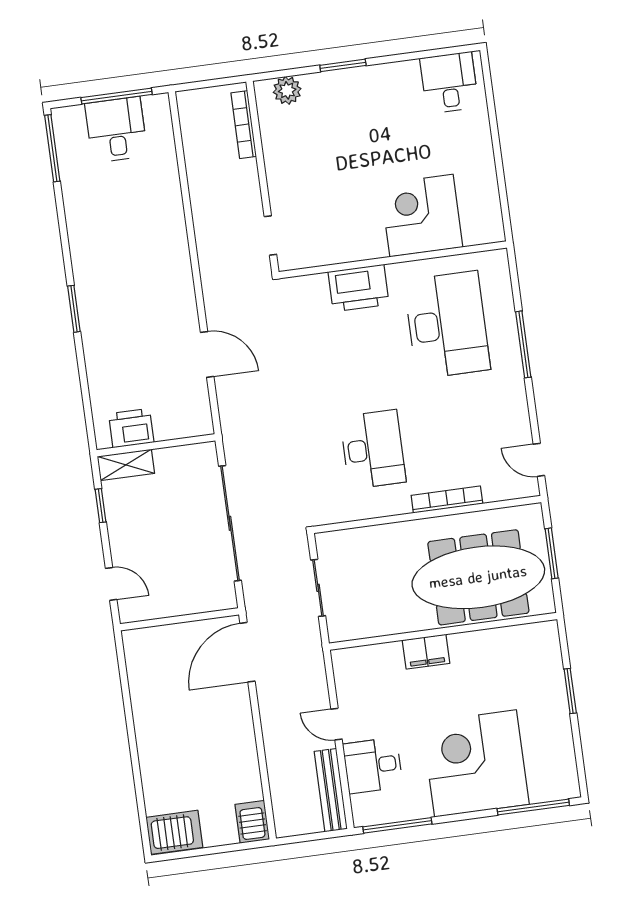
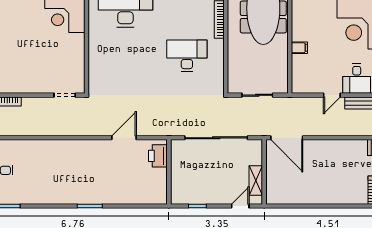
printer: (359, 288) -> (99, 52), removed
printer: (131, 428) -> (158, 156), moved
shelving: (126, 465) -> (256, 181), moved
filing cabinet: (426, 652) -> (299, 48), width x0.50

